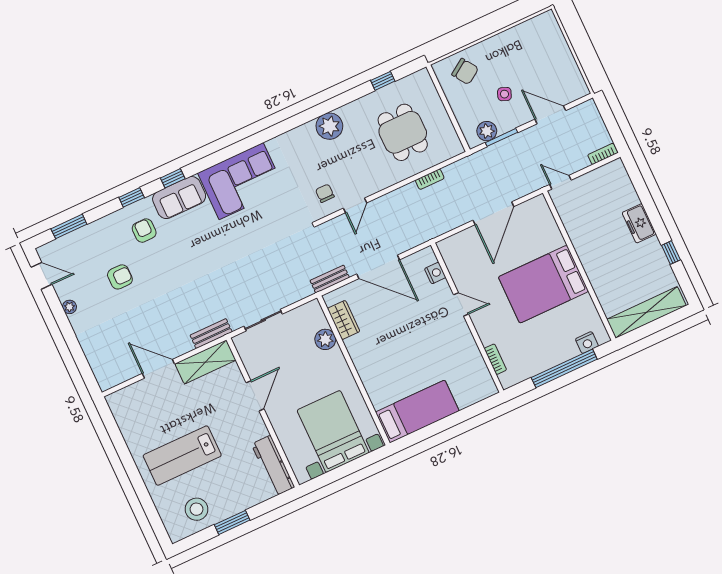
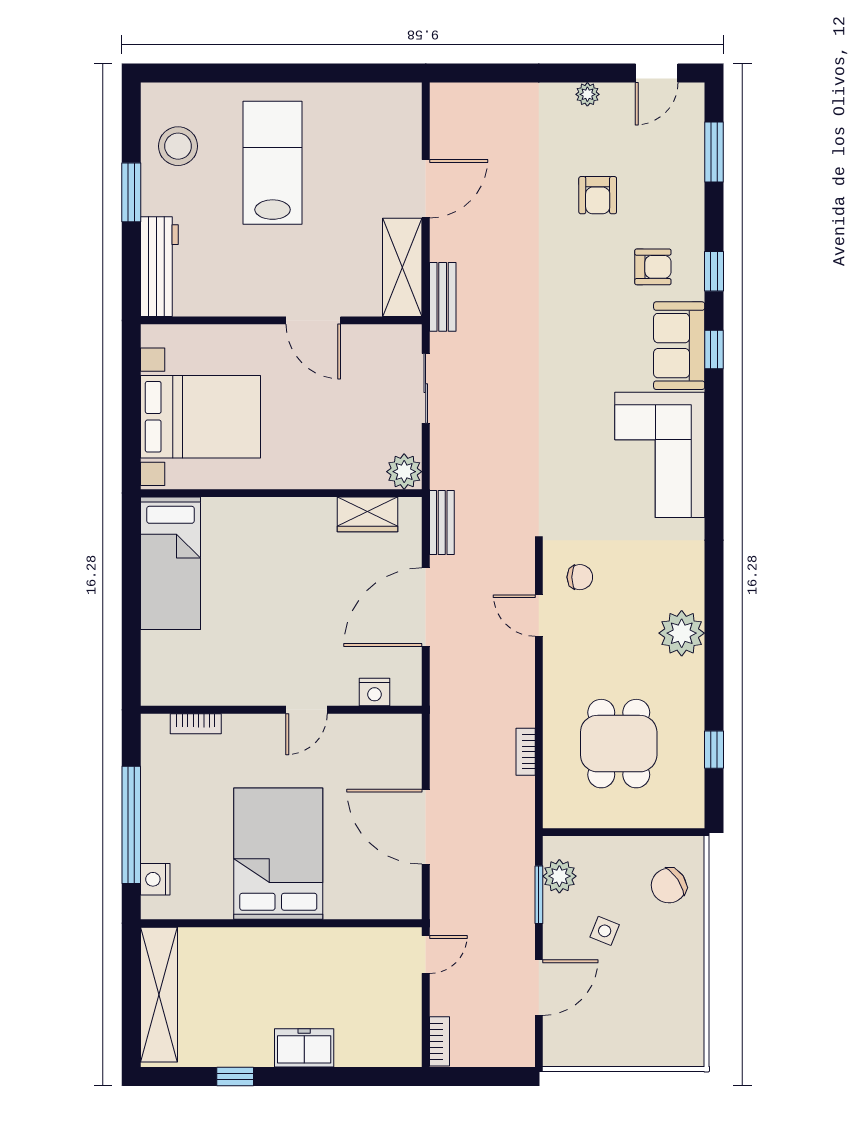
dining table: (403, 132) -> (619, 744), turned 90
plant: (325, 339) -> (404, 472), moved
workbench: (273, 466) -> (159, 267), moved, turned 90

